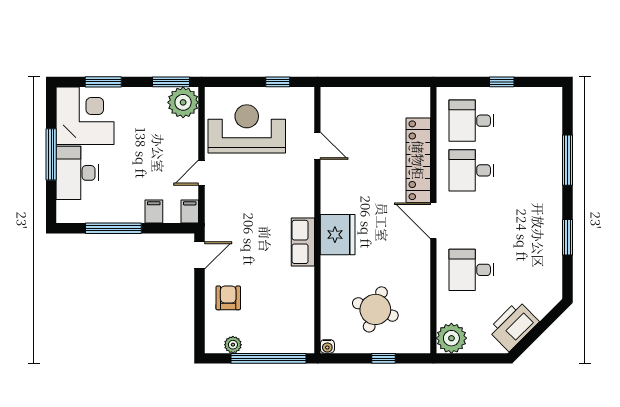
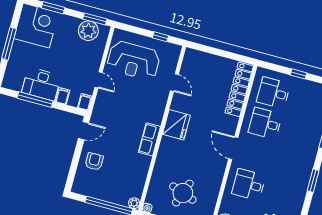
plant: (183, 102) -> (88, 31), moved
reception desk: (247, 129) -> (134, 61), turned 180
locker: (418, 160) -> (239, 89), moved
desk: (77, 173) -> (41, 84), moved, turned -90
door: (202, 173) -> (99, 80), swing flipped
fridge: (338, 235) -> (176, 125), moved
plant: (233, 345) -> (134, 203), moved

